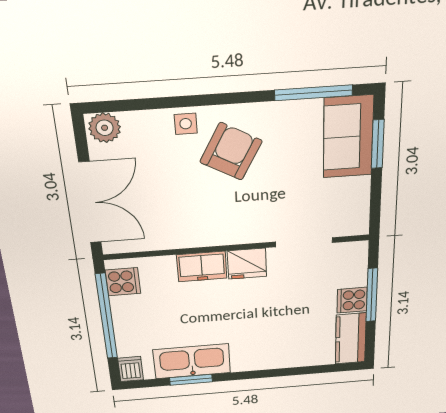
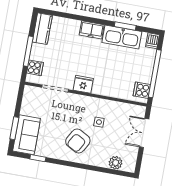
window: (314, 93) -> (38, 158), width x0.46
side table: (186, 124) -> (99, 122), moved
plant: (105, 128) -> (116, 163), moved
double door: (90, 203) -> (144, 133), width x0.73
freezer: (202, 266) -> (92, 30), moved, turned 180
cooker: (352, 300) -> (35, 68), moved

